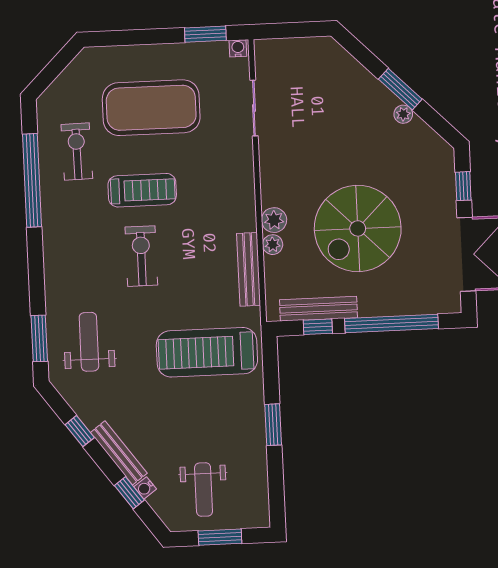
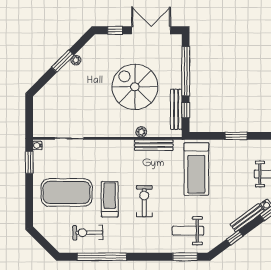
exercise mat: (151, 108) -> (67, 192), turned 90
plant: (274, 220) -> (128, 131), removed
spiral stairs: (358, 228) -> (135, 87), turned 180
exercise bike: (141, 256) -> (144, 201), turned 90

